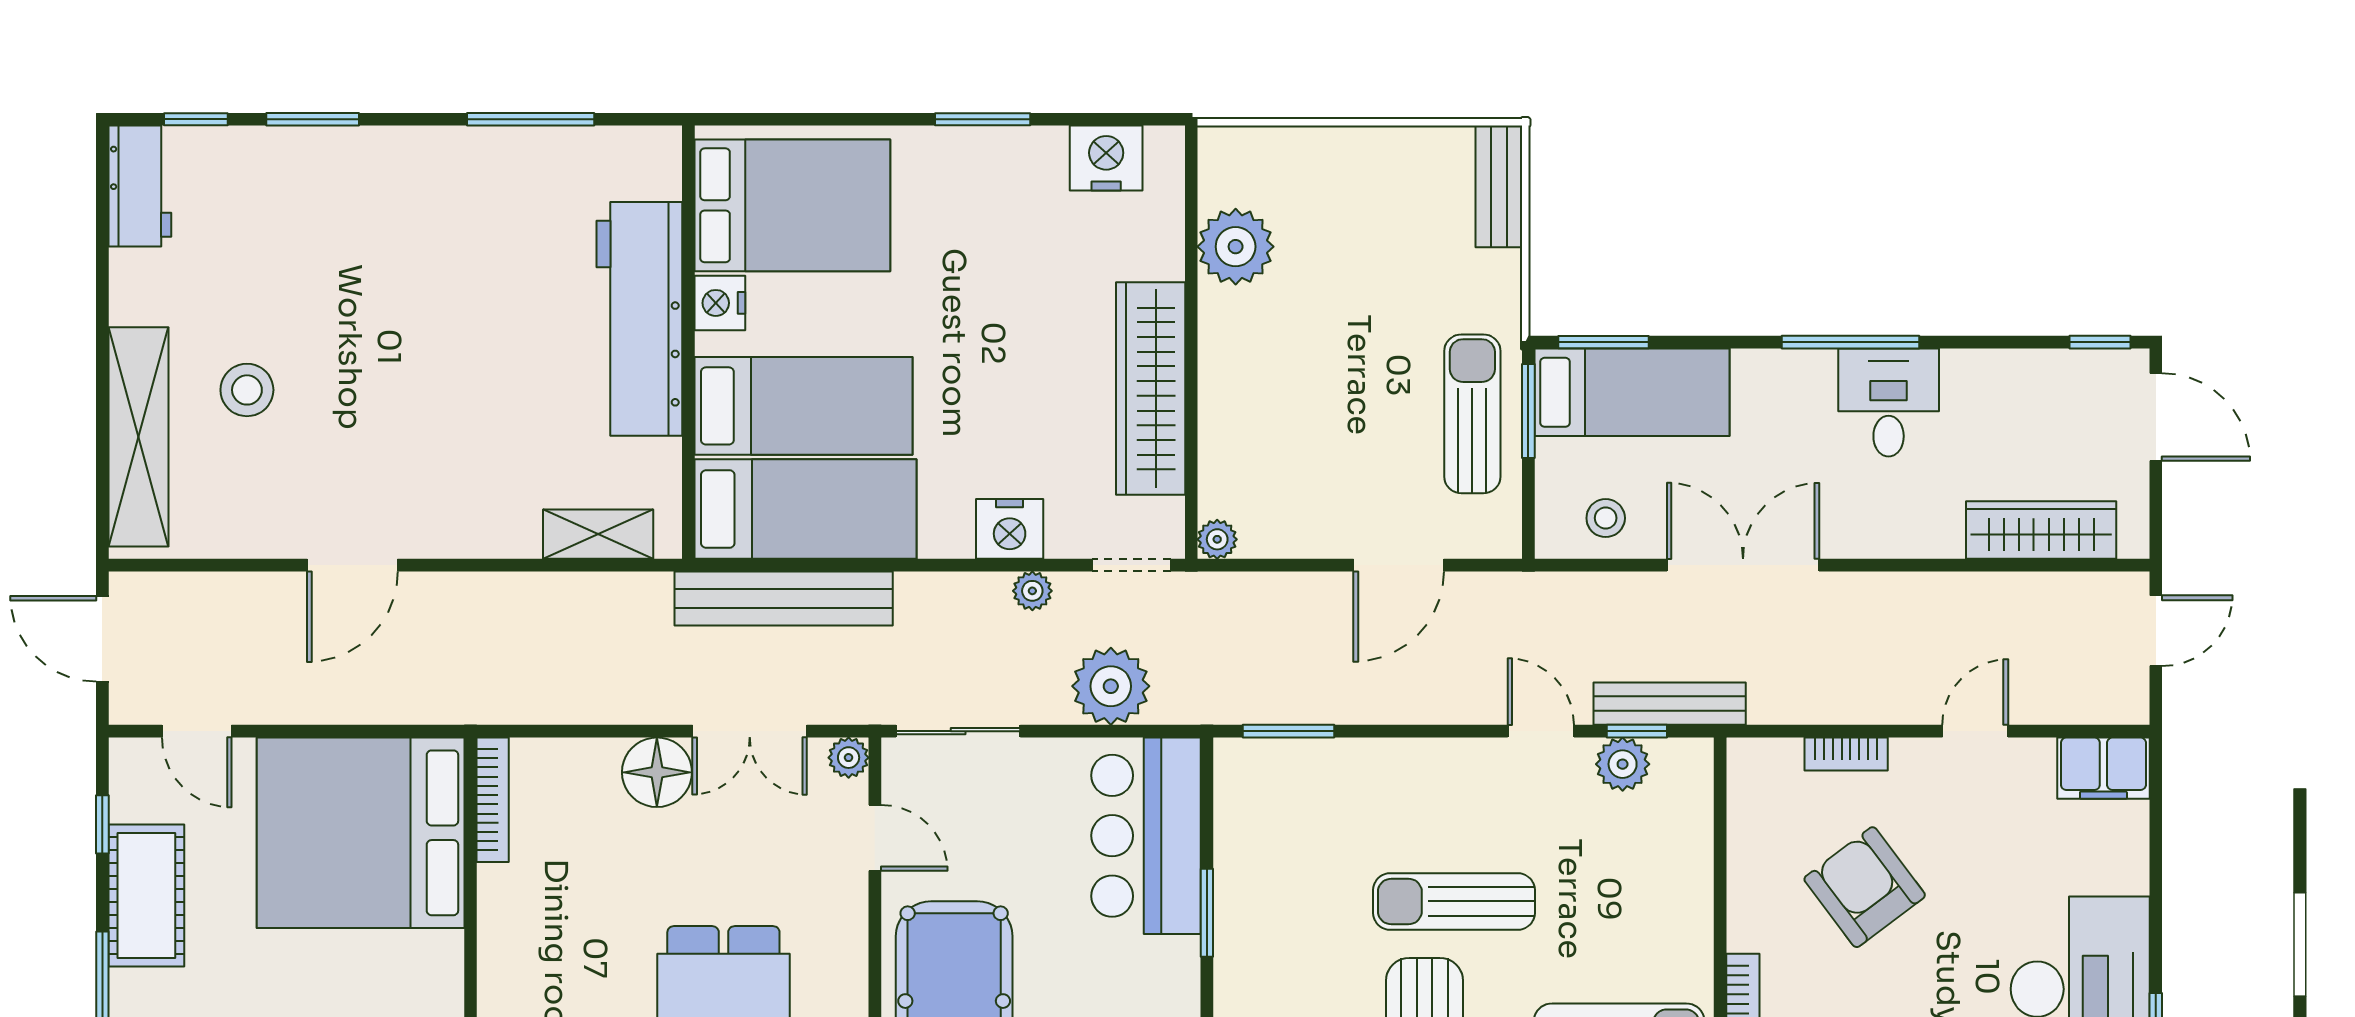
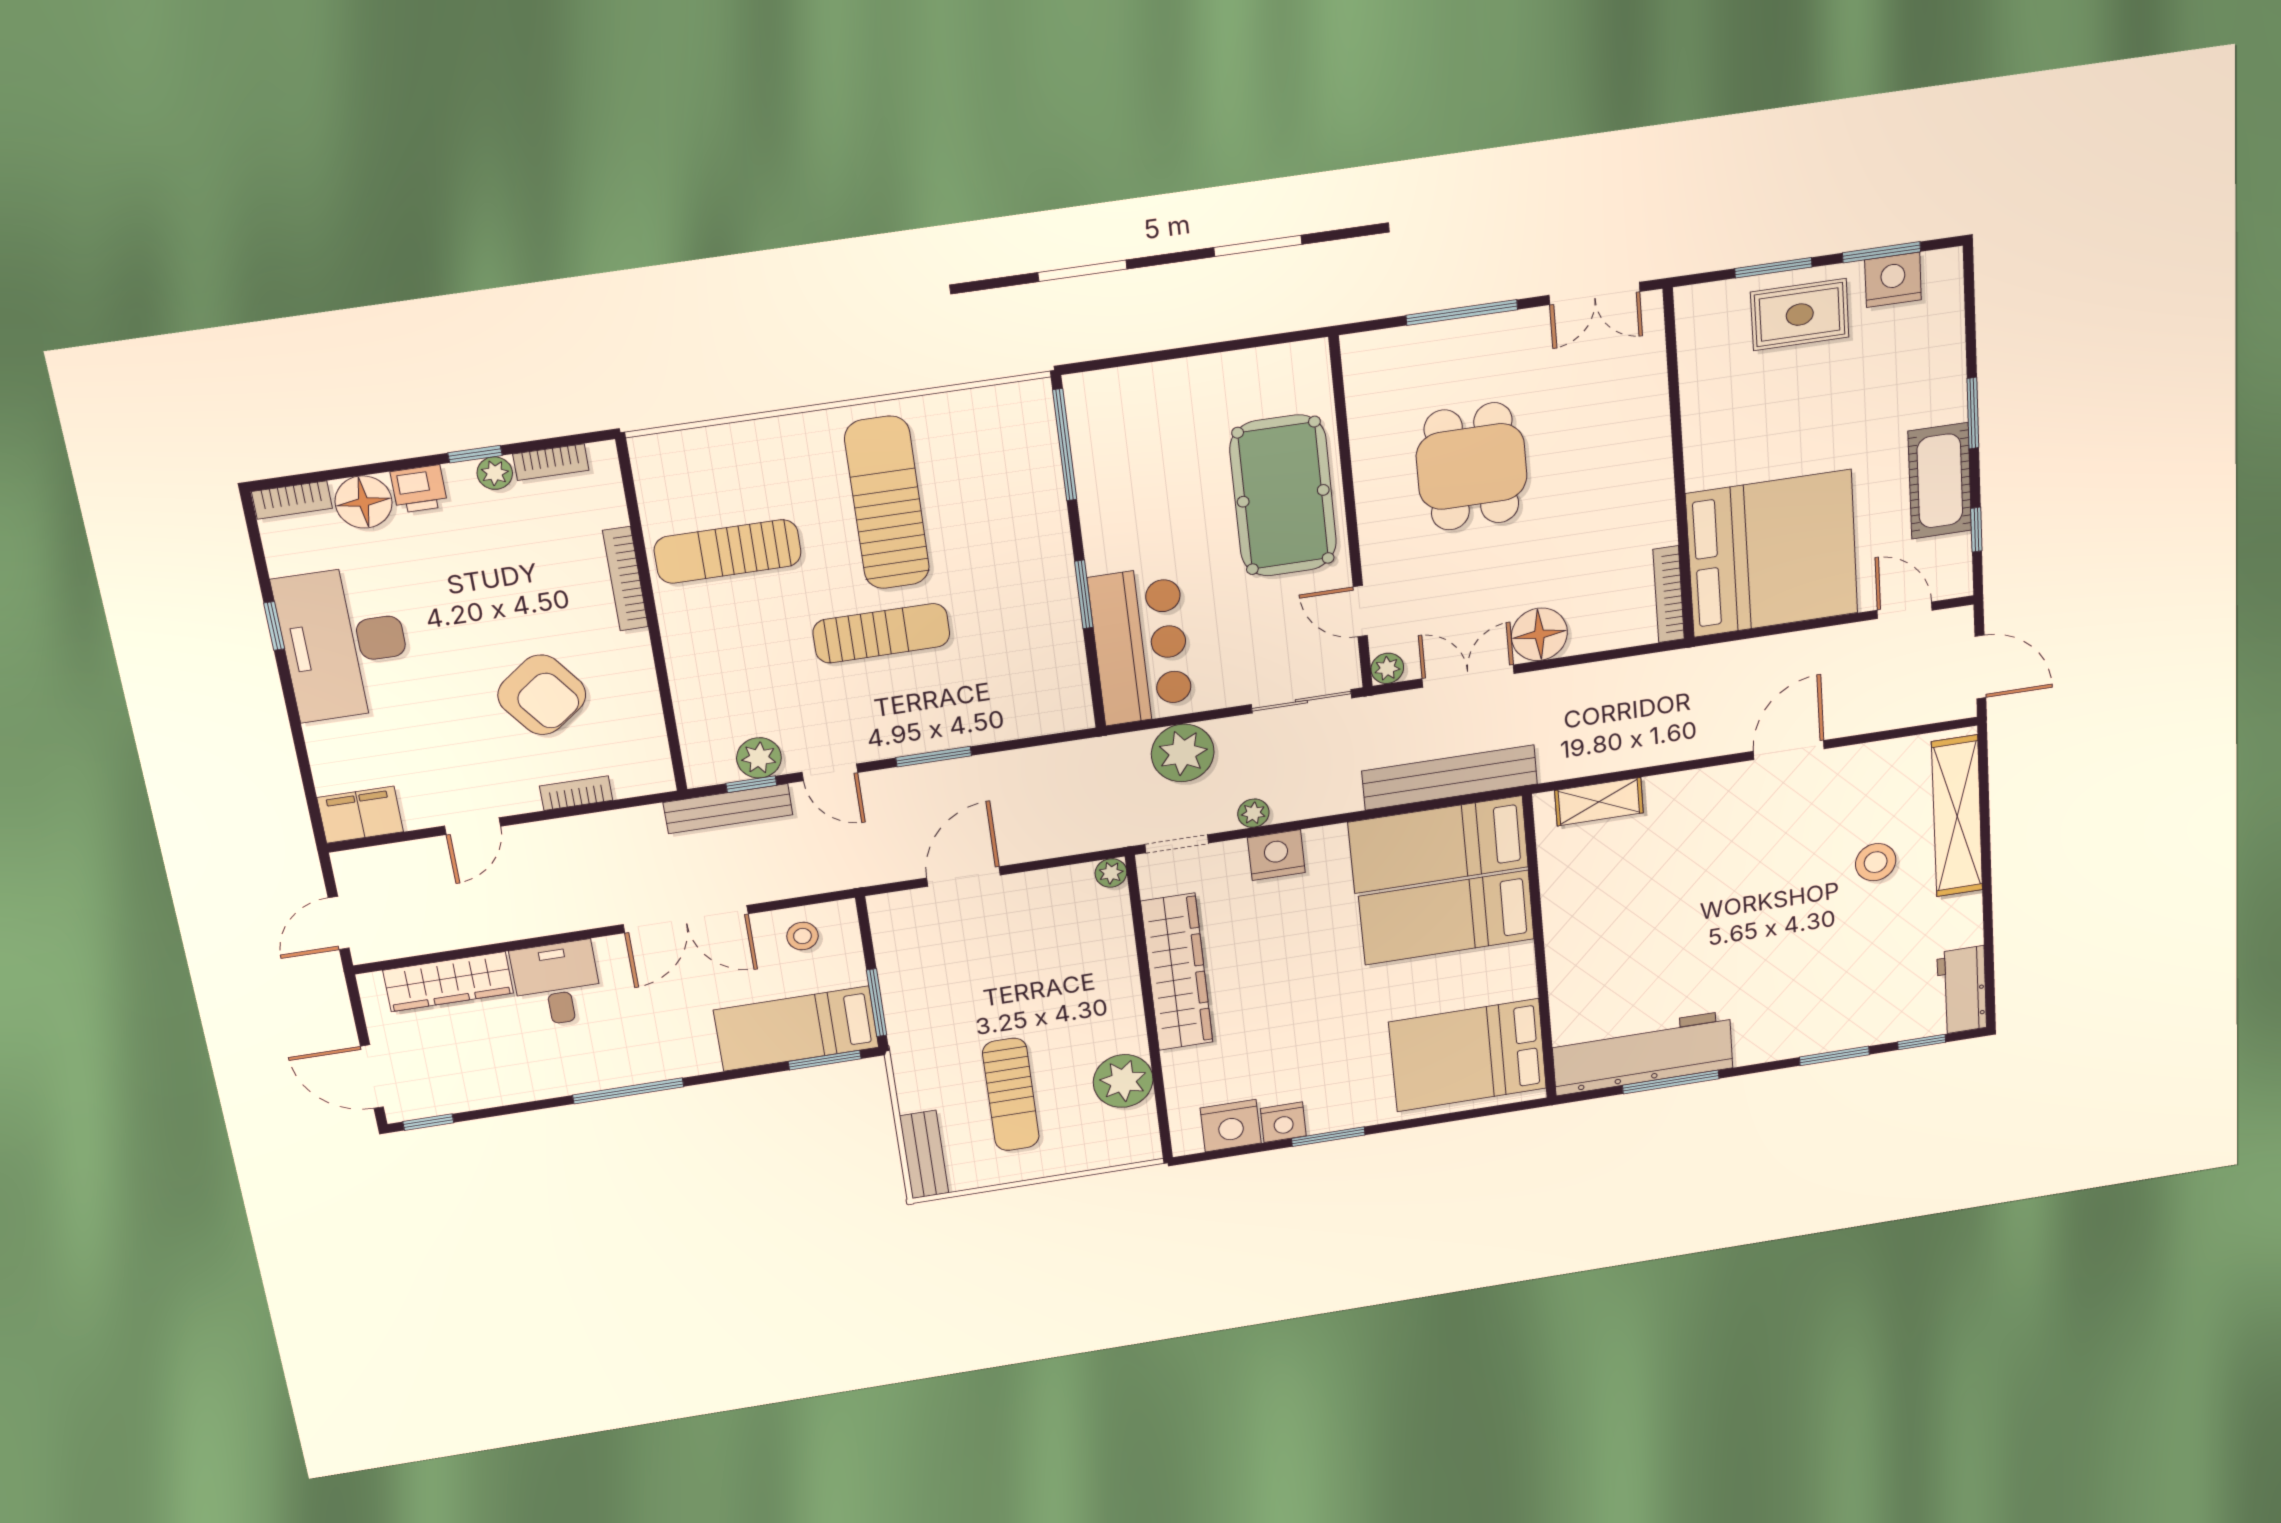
nightstand: (720, 303) -> (1283, 1122), moved, turned 90
workbench: (639, 319) -> (1643, 1053), moved, turned -90
desk: (1889, 403) -> (557, 984), moved, turned 180
sun lounger: (1472, 414) -> (1011, 1095), moved
window: (1288, 731) -> (934, 757), moved

